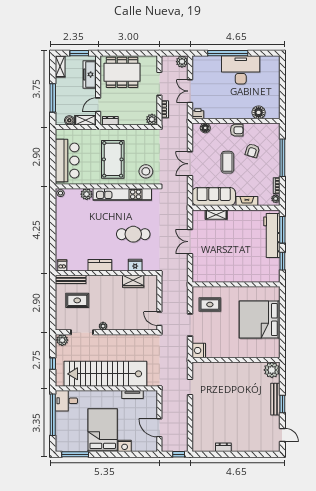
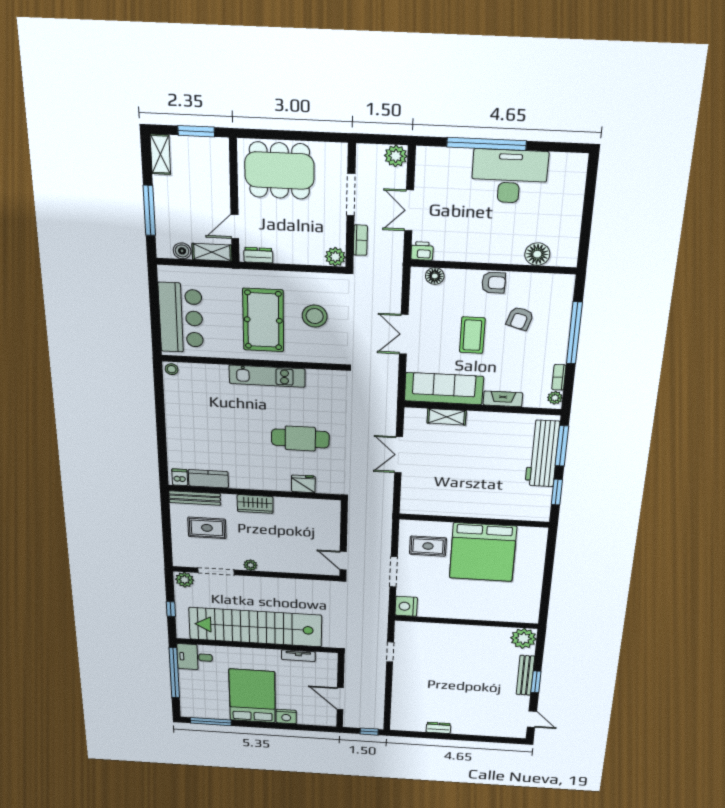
freezer: (90, 74) -> (217, 172), removed
stool: (146, 171) -> (315, 316), moved
plant: (87, 194) -> (218, 373), removed
kitchen unit: (122, 194) -> (267, 376), width x0.73
kitchen counter: (100, 265) -> (208, 479), moved
wardrobe: (133, 281) -> (255, 504), moved
bed: (260, 320) -> (483, 552), moved, turned -90

